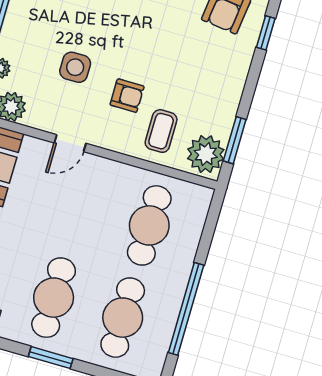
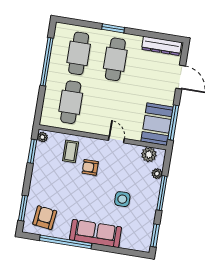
window: (266, 33) -> (23, 208), width x1.50
side table: (75, 67) -> (122, 199), moved
door: (70, 143) -> (116, 140), hinge flipped
plant: (206, 154) -> (42, 137), width x0.53, depth x0.53

